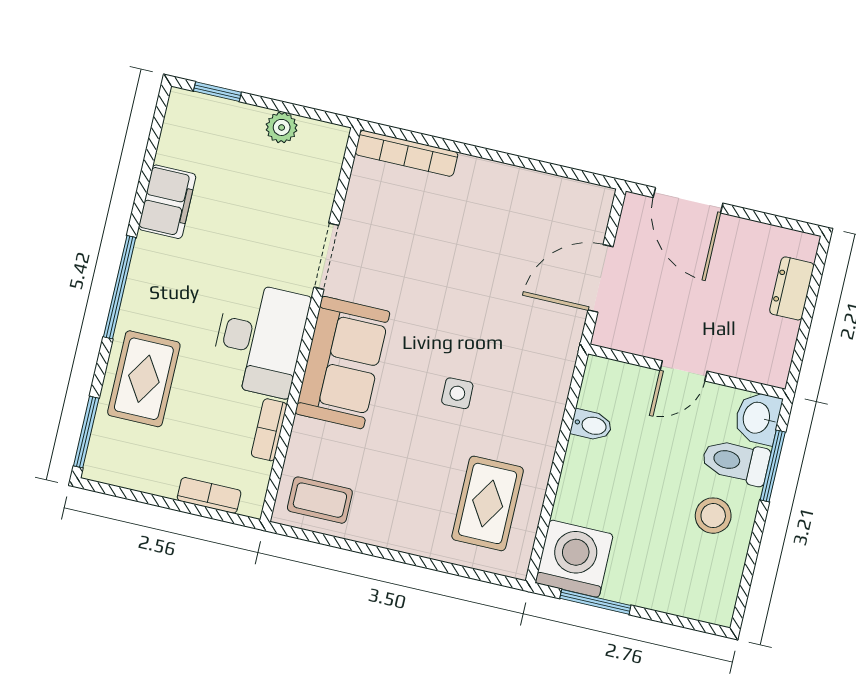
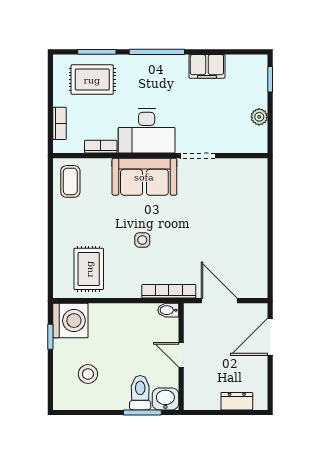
bookcase: (407, 153) -> (169, 291), moved, turned 90
rug: (144, 379) -> (92, 80), moved
bidet: (591, 425) -> (168, 310), moved, turned 90
window: (86, 432) -> (97, 52), moved
rug: (488, 503) -> (89, 269), turned 90
stool: (713, 516) -> (88, 374), moved
window: (595, 602) -> (50, 337), width x0.67

